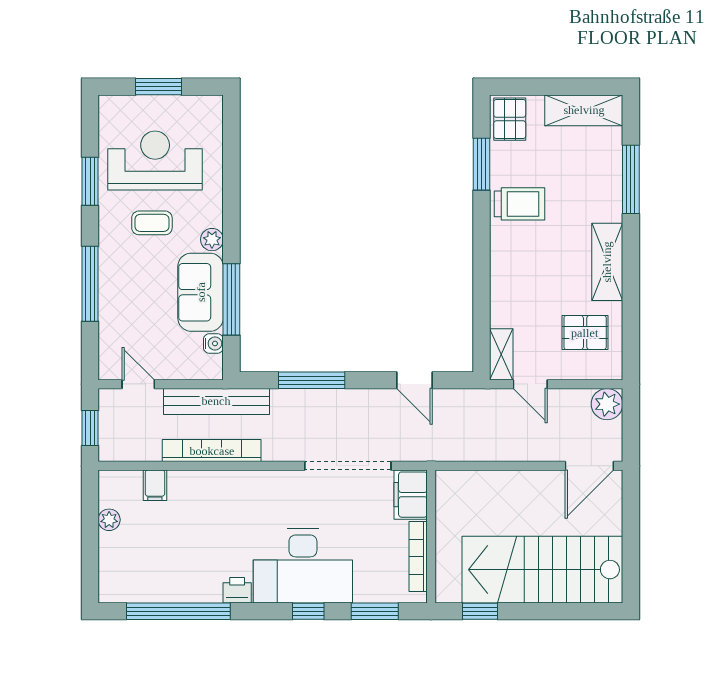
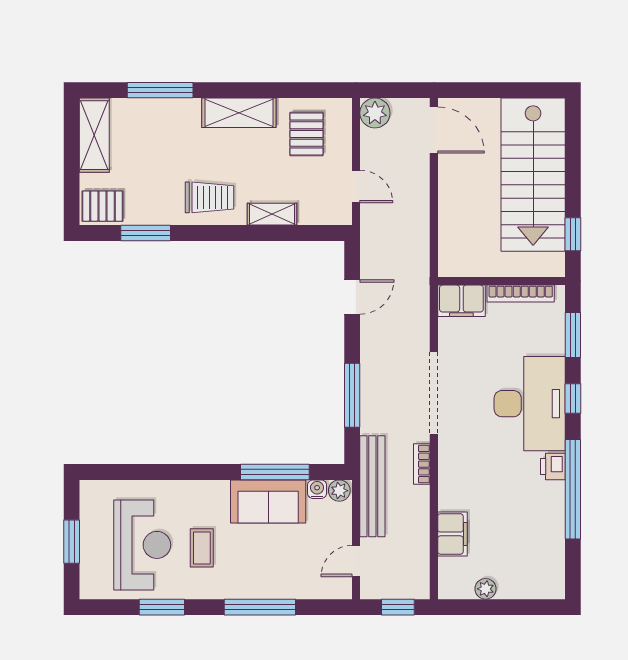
reception desk: (155, 161) -> (142, 545), turned 180
trolley: (520, 204) -> (209, 197), moved, turned 90
plant: (212, 240) -> (339, 491), moved
shelving: (501, 354) -> (272, 214), moved
door: (530, 384) -> (356, 186), hinge flipped
bookcase: (212, 451) -> (422, 464), width x0.43, depth x0.76
doorway: (348, 466) -> (434, 393), moved
filing cabinet: (155, 485) -> (453, 534), width x2.00
window: (178, 611) -> (573, 489), moved

